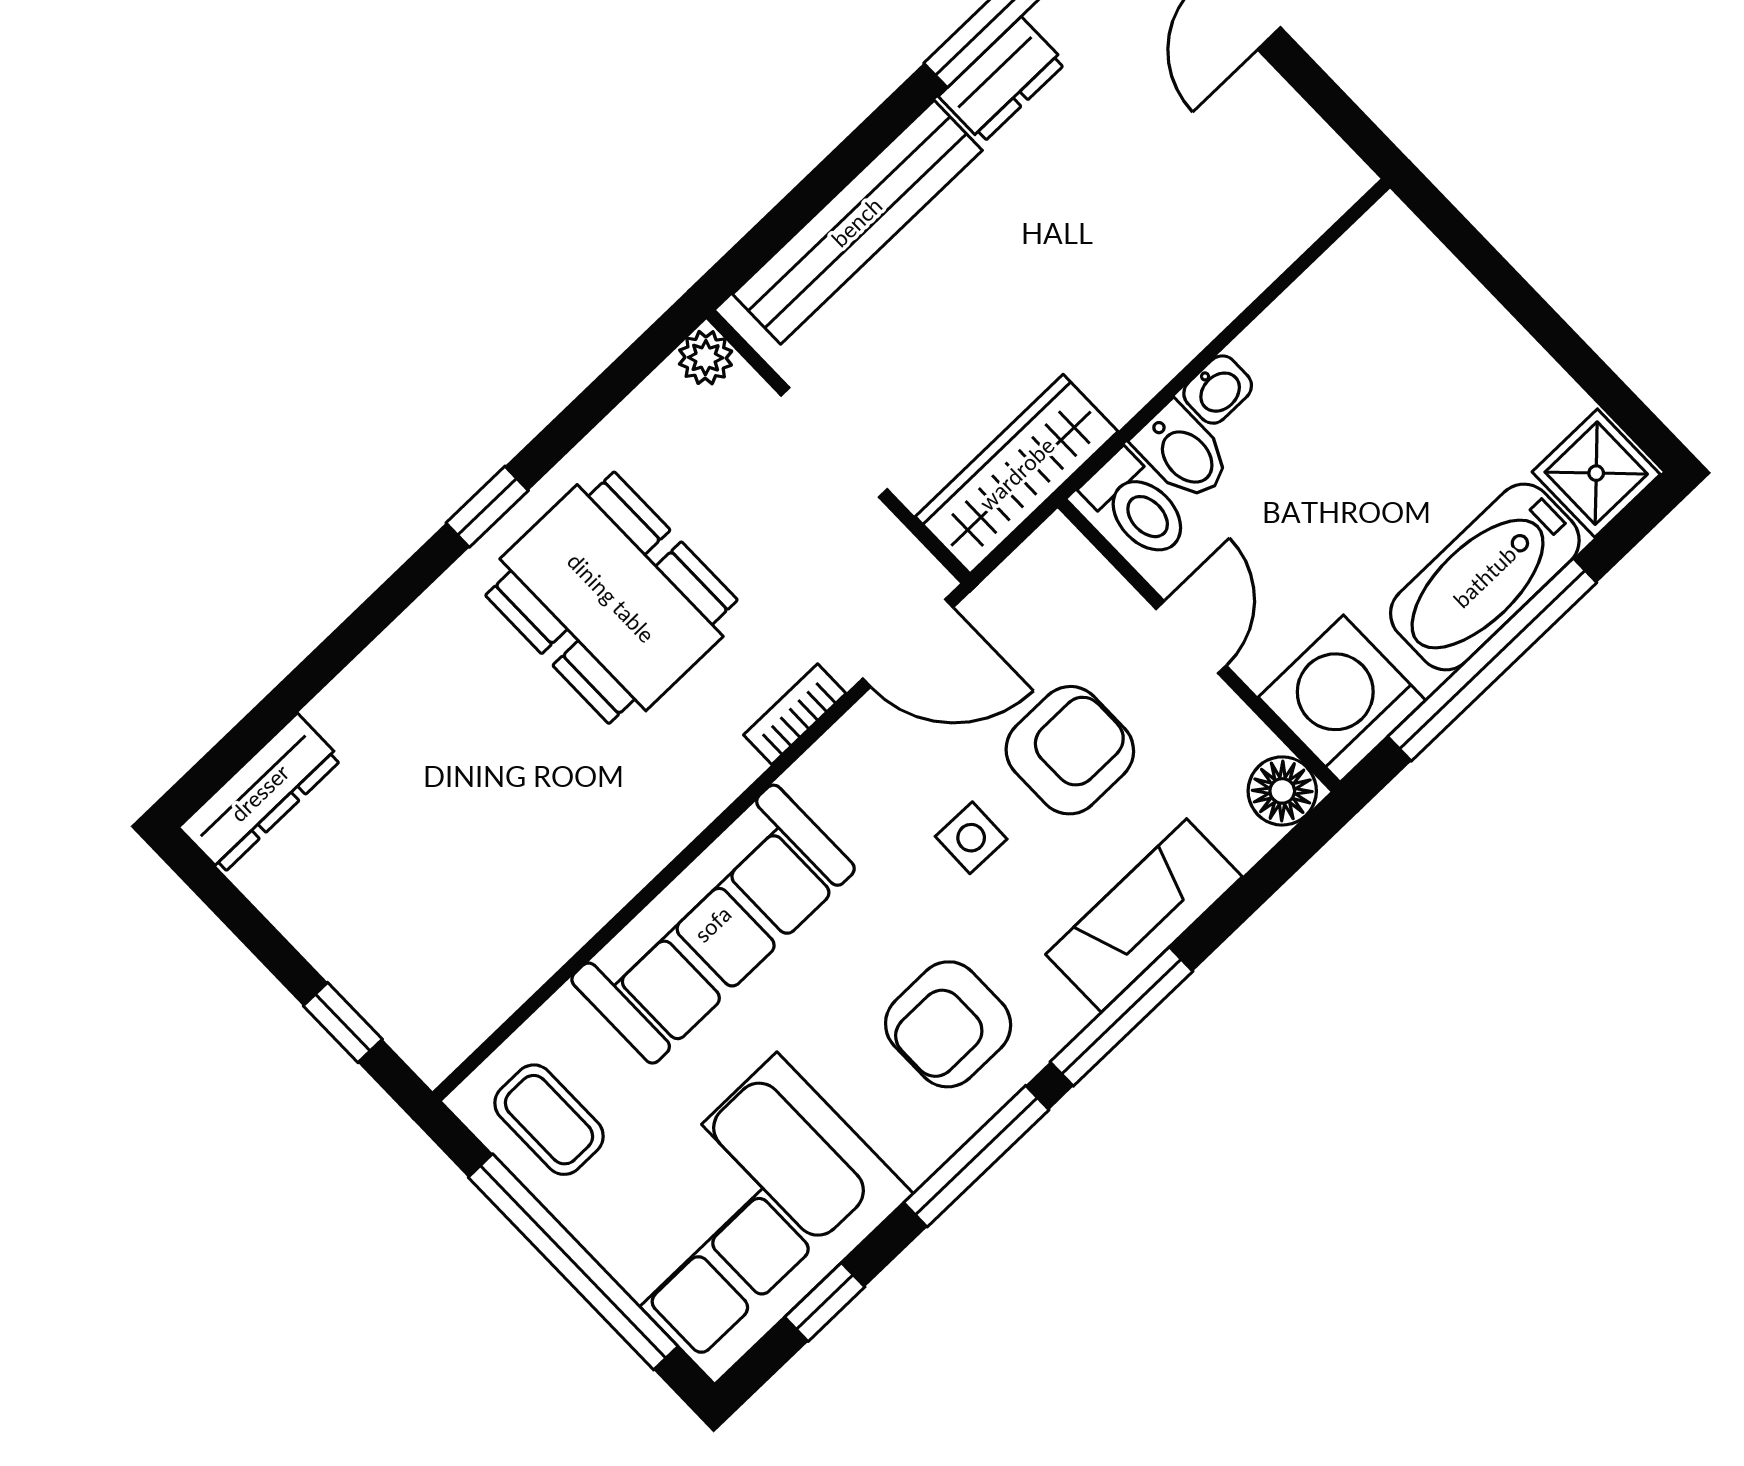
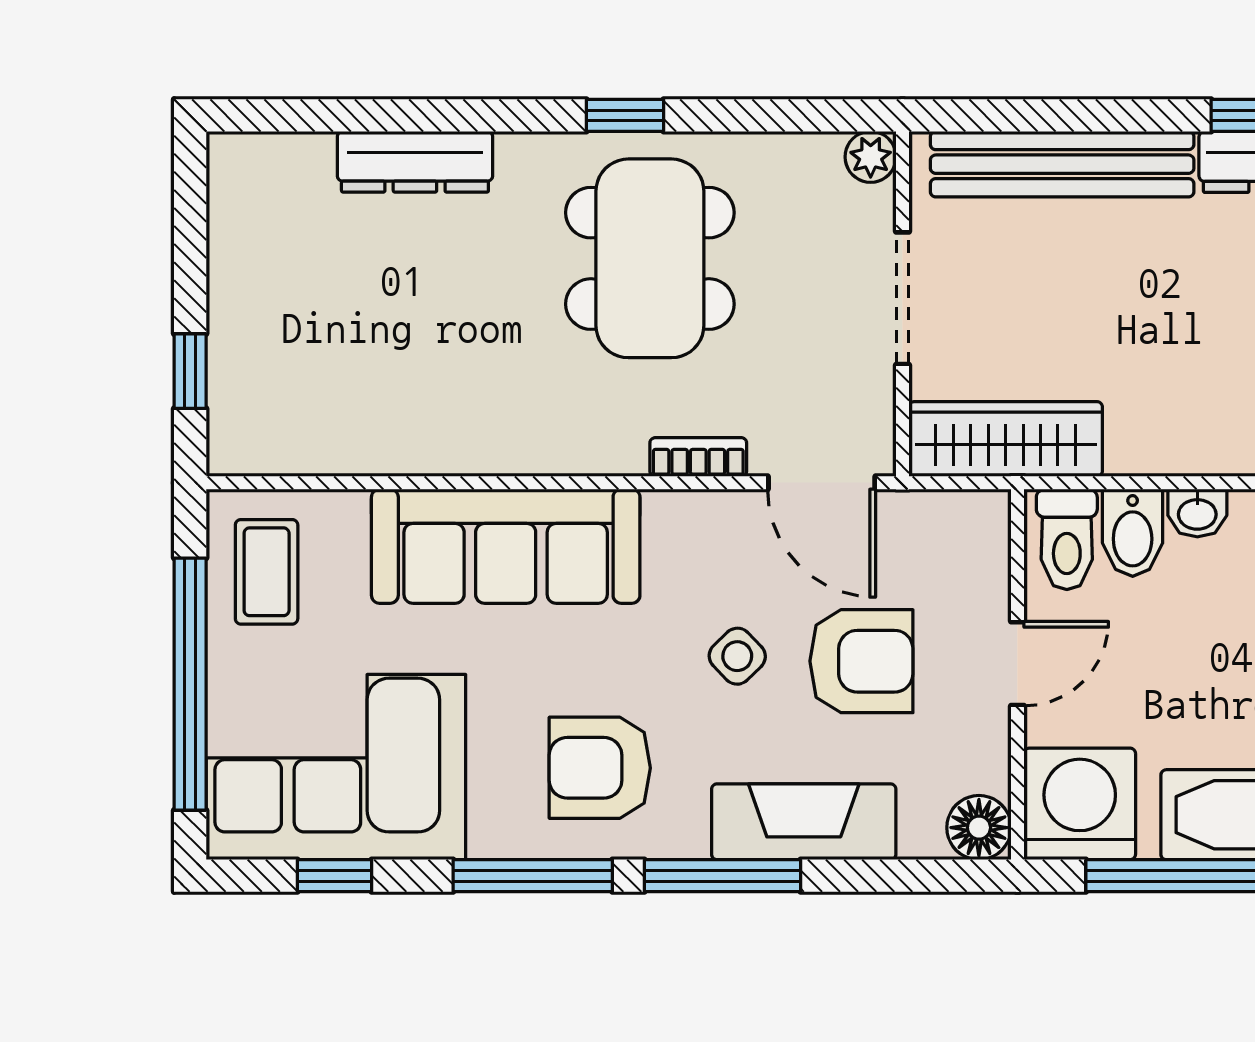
dresser: (260, 793) -> (415, 162), moved
side table: (971, 838) -> (737, 656), turned 45

